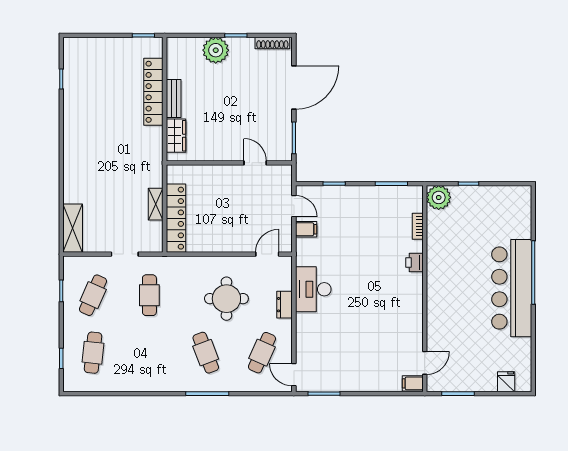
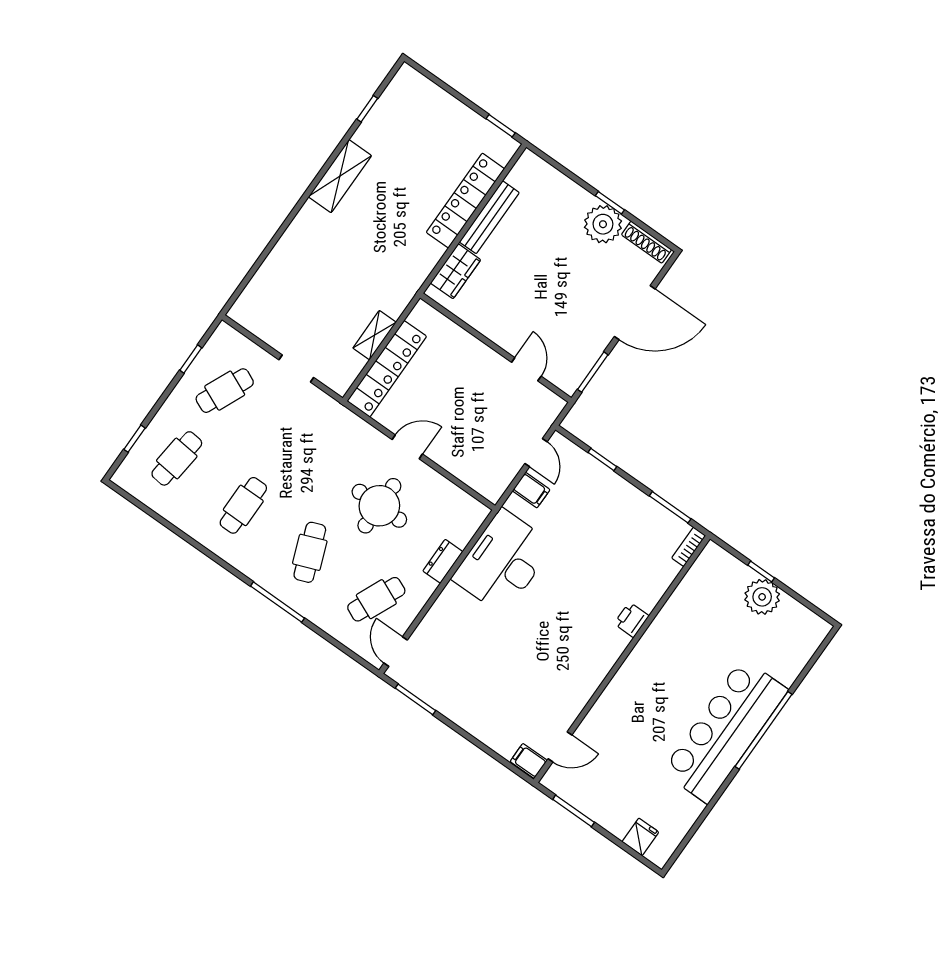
plant: (216, 50) -> (603, 224), moved
bench: (174, 99) -> (489, 217), width x1.36
plant: (439, 197) -> (762, 597), moved
bookcase: (418, 226) -> (689, 547), moved
shelving: (73, 228) -> (340, 176), moved
door: (267, 254) -> (407, 447), moved
desk: (313, 289) -> (503, 562), width x1.36, depth x1.30
cafe table: (149, 295) -> (243, 505), moved

